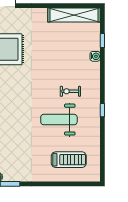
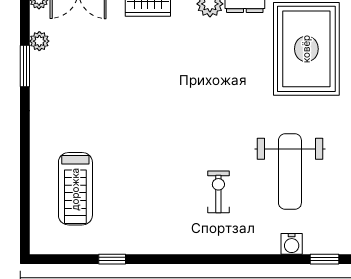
window: (102, 110) -> (112, 259), moved
weight bench: (59, 120) -> (290, 172), moved, turned 180

